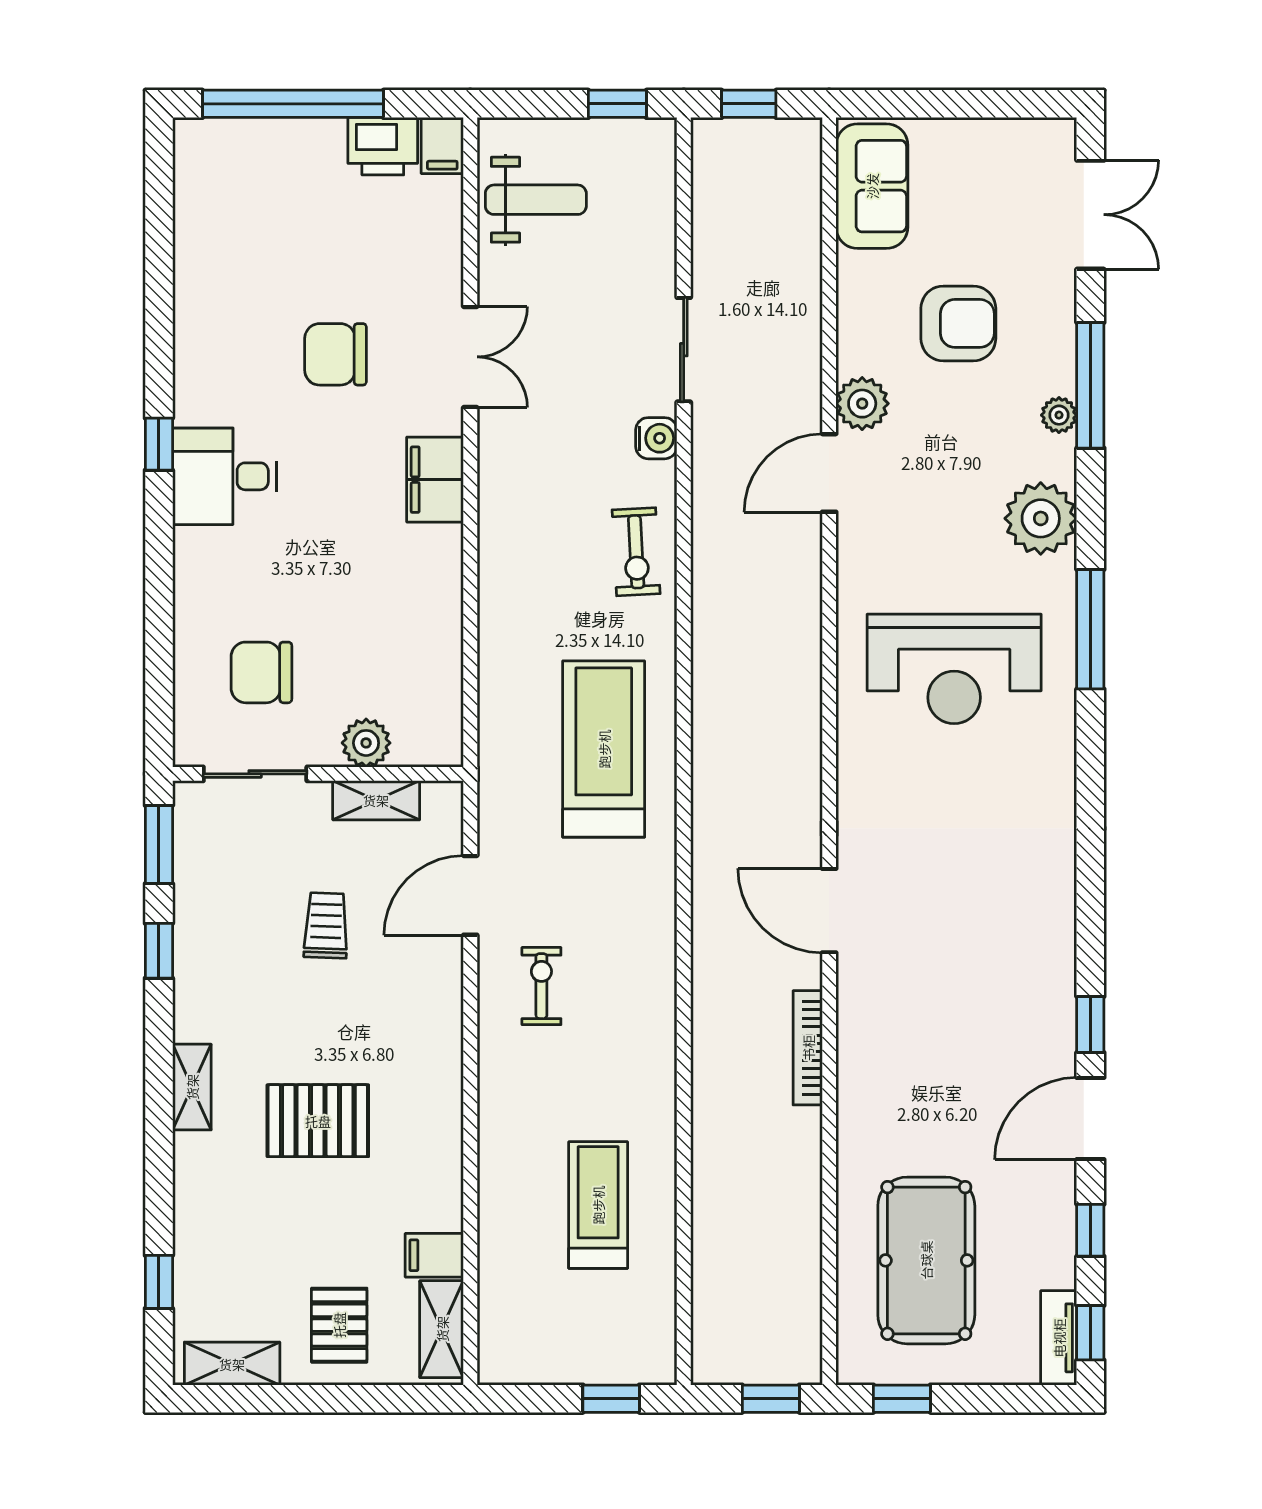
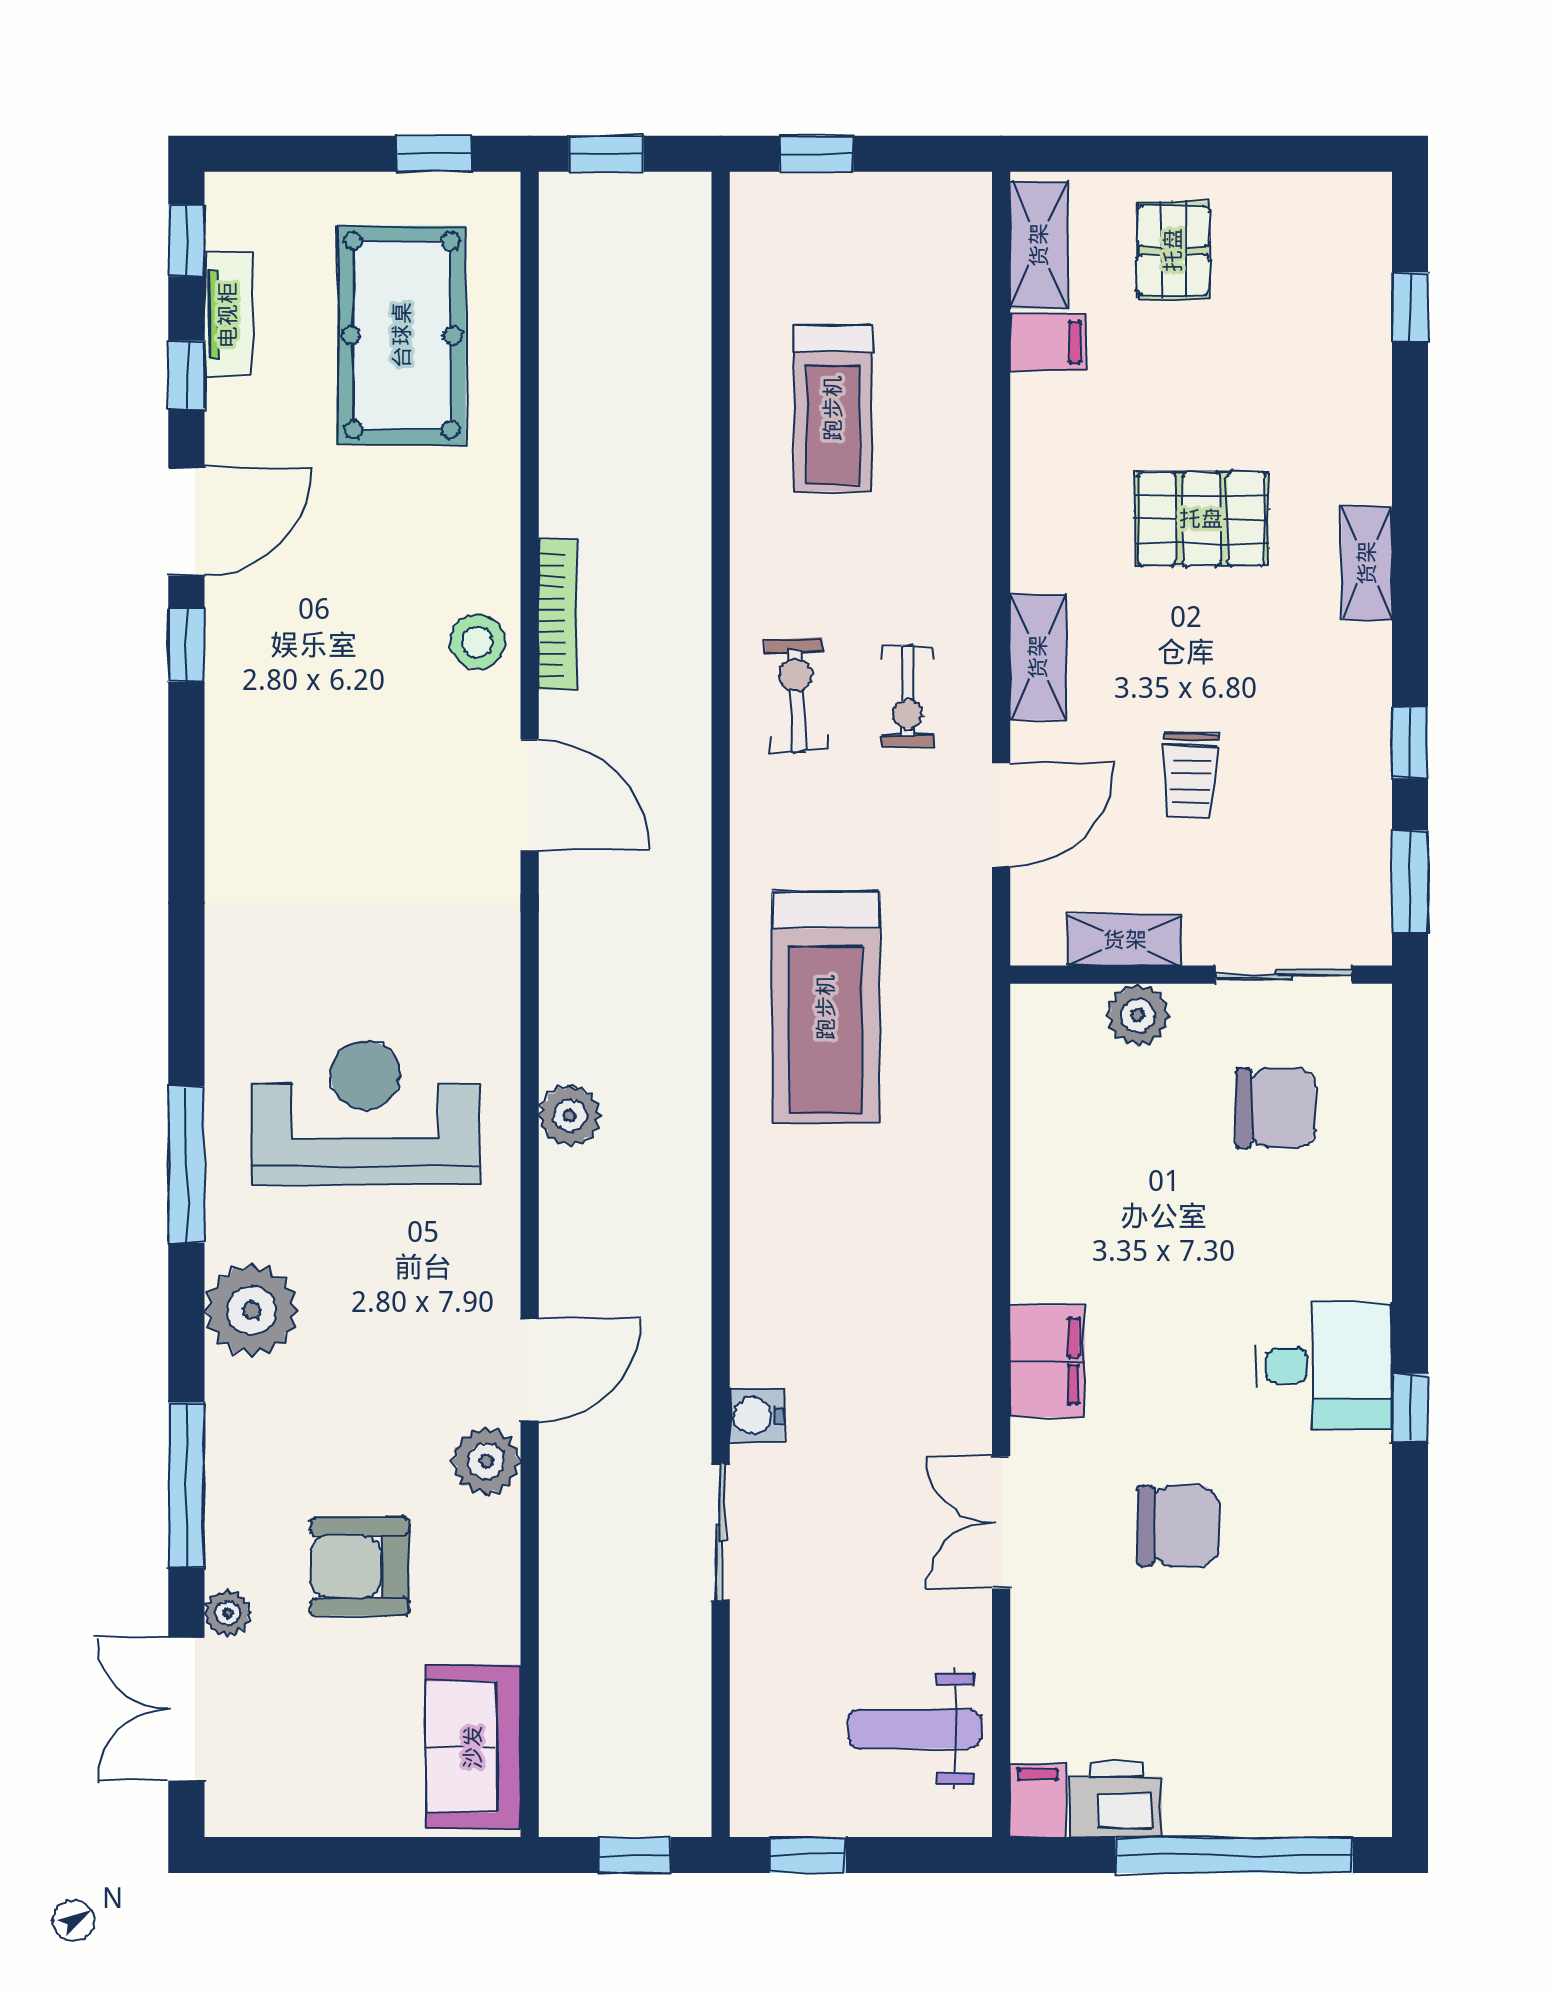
plant: (1059, 415) -> (228, 1613), moved
exercise bike: (636, 552) -> (797, 695), moved
plant: (799, 667) -> (570, 1116), added
stool: (869, 1027) -> (477, 642), added
tv unit: (1059, 1338) -> (228, 315), moved
shelving: (232, 1364) -> (1038, 657), moved, turned 90

